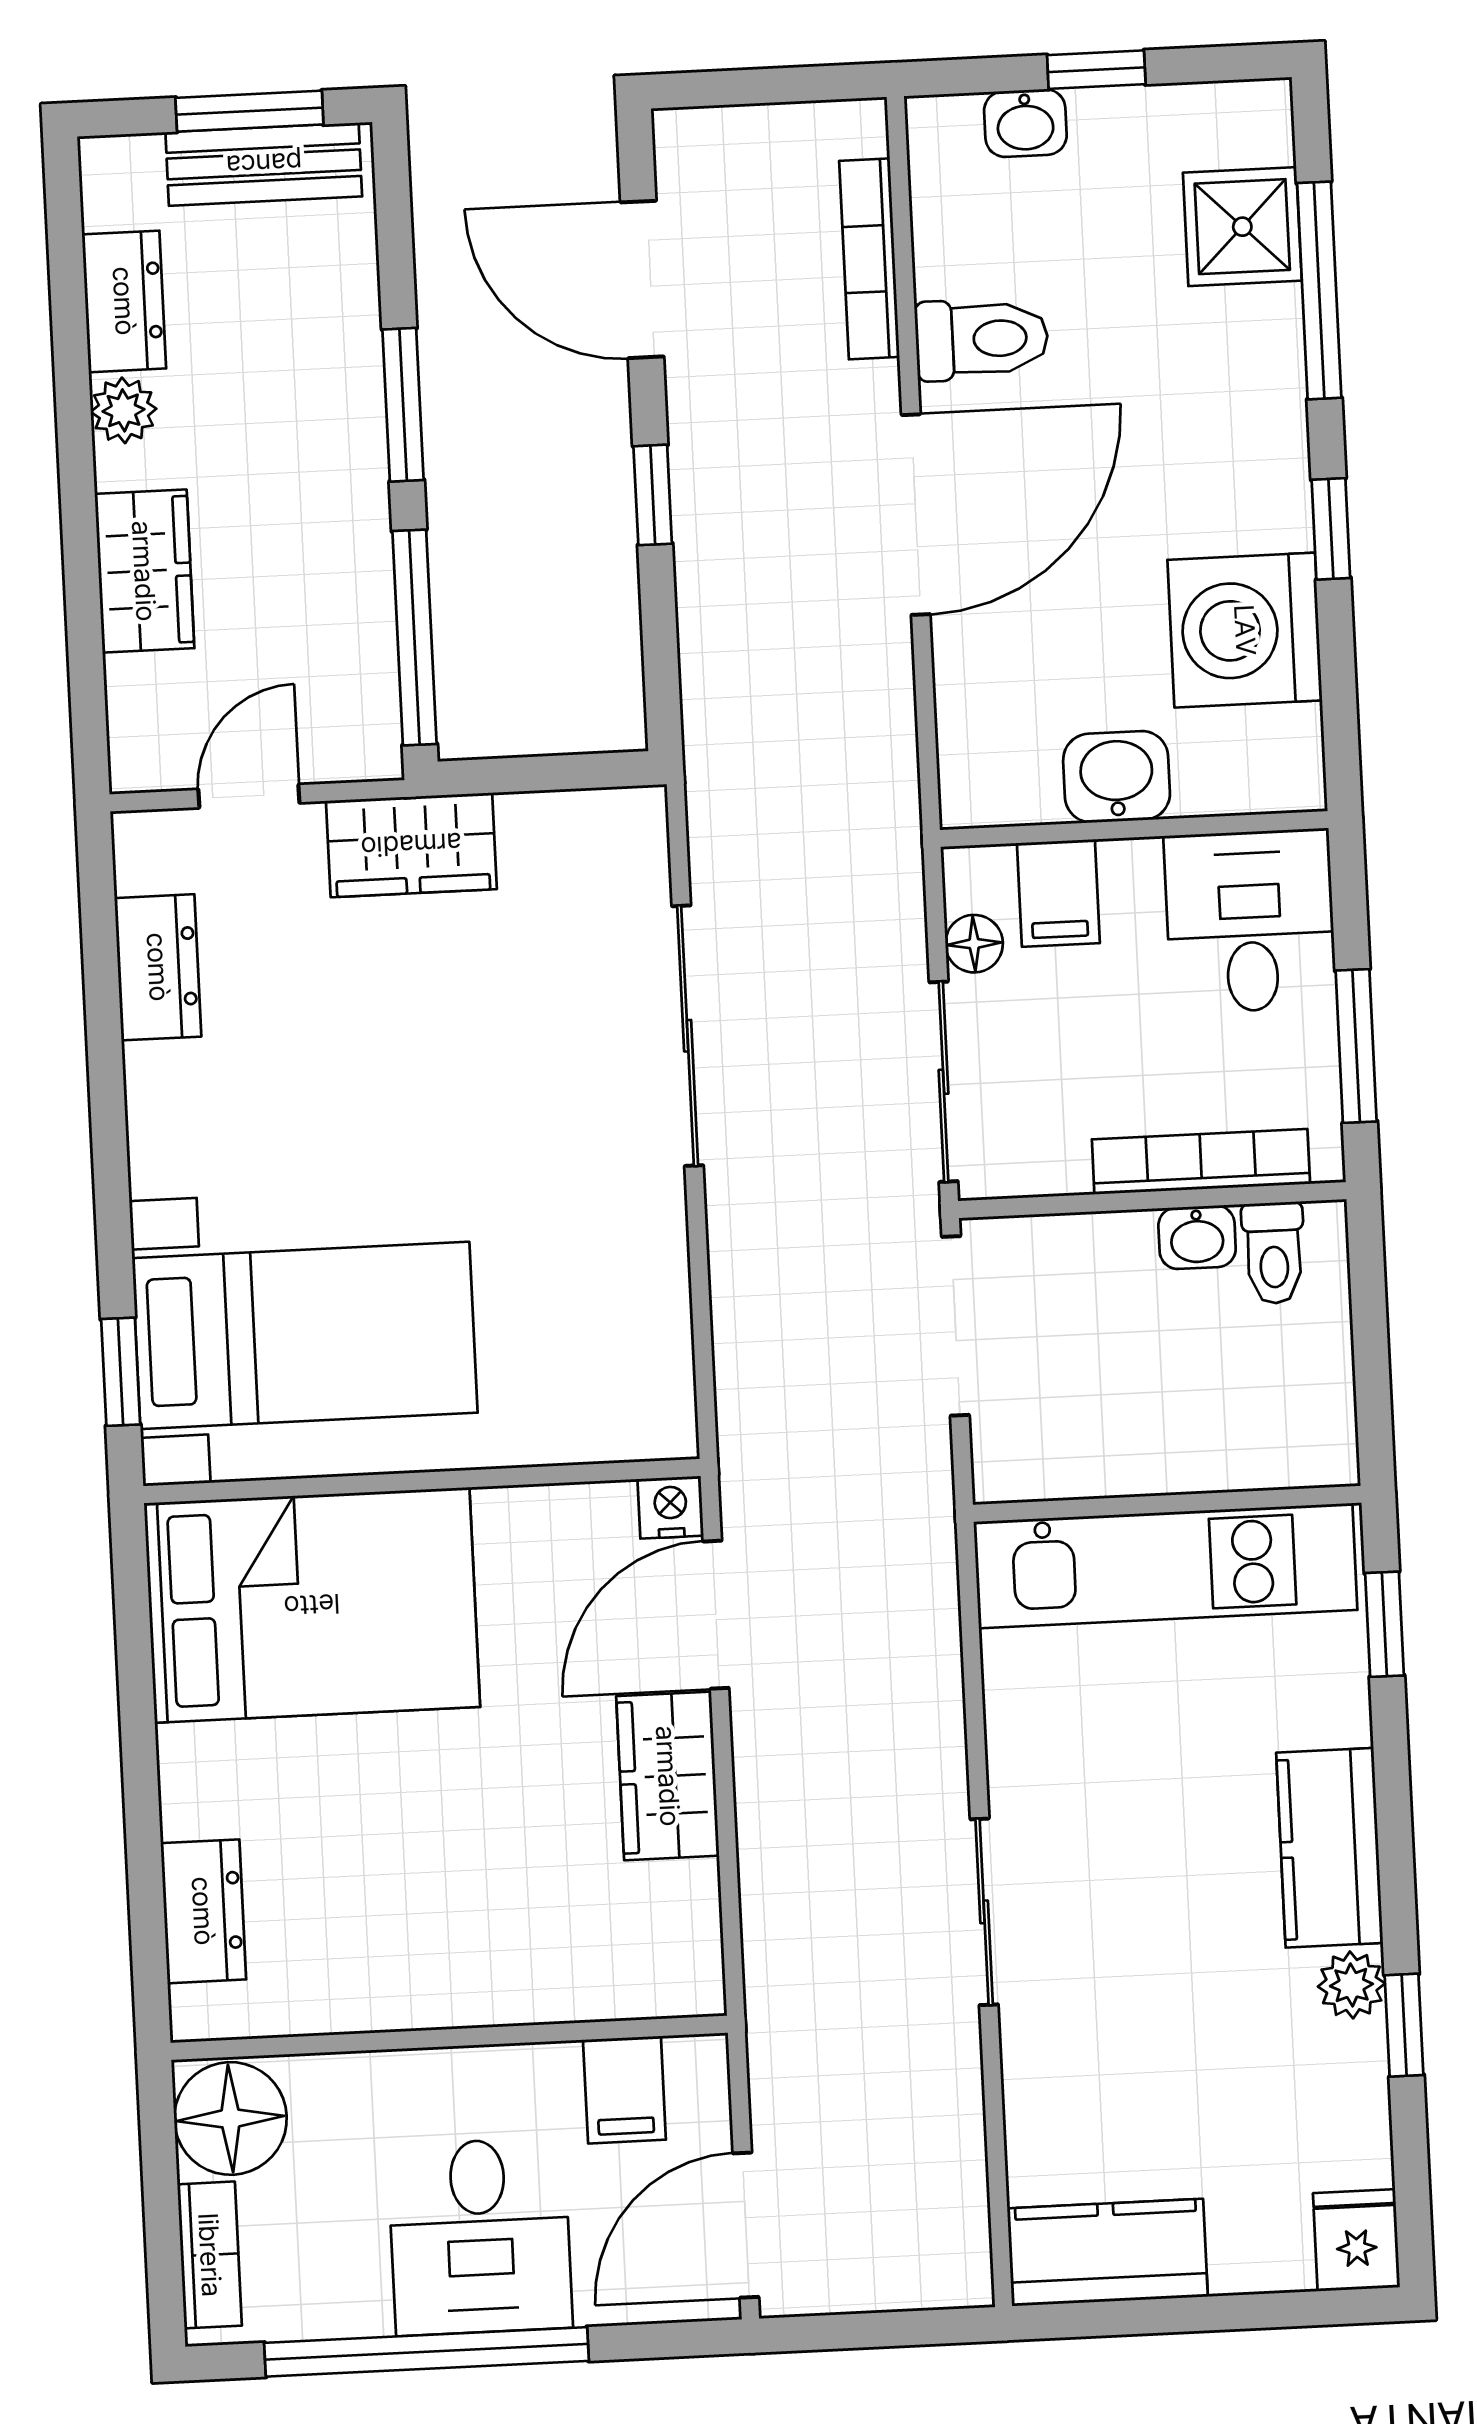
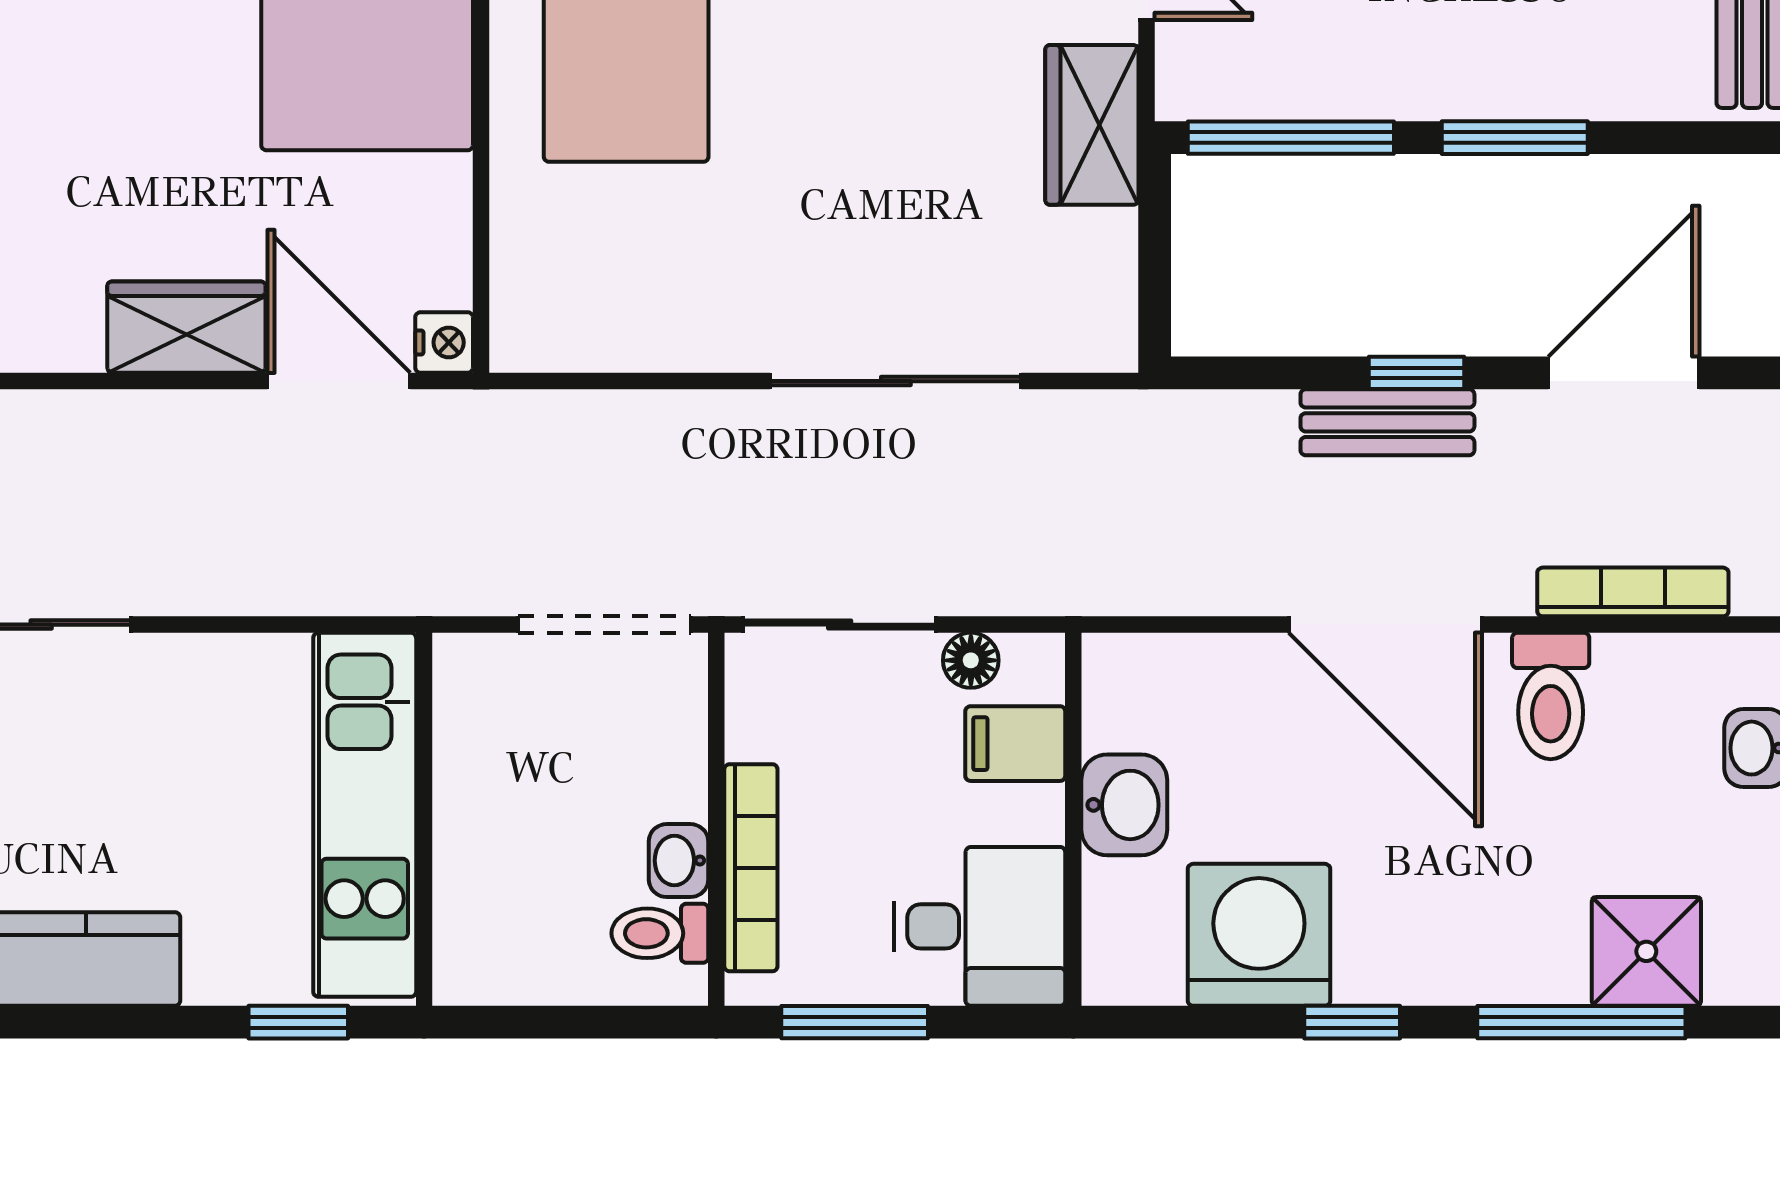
bench: (706, 523) -> (1387, 422), added

